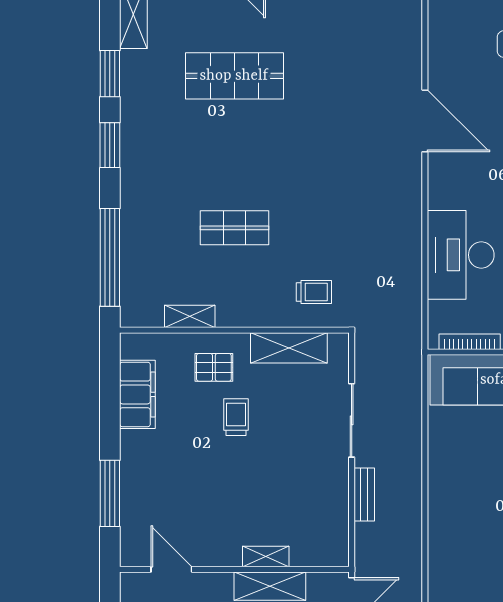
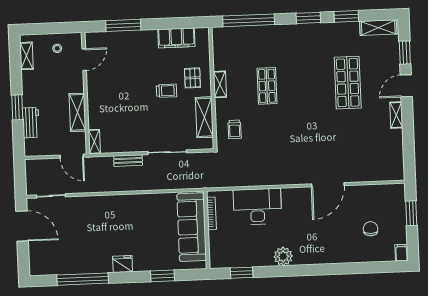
shelving: (190, 316) -> (220, 84), moved
shelving: (266, 556) -> (94, 142), moved

